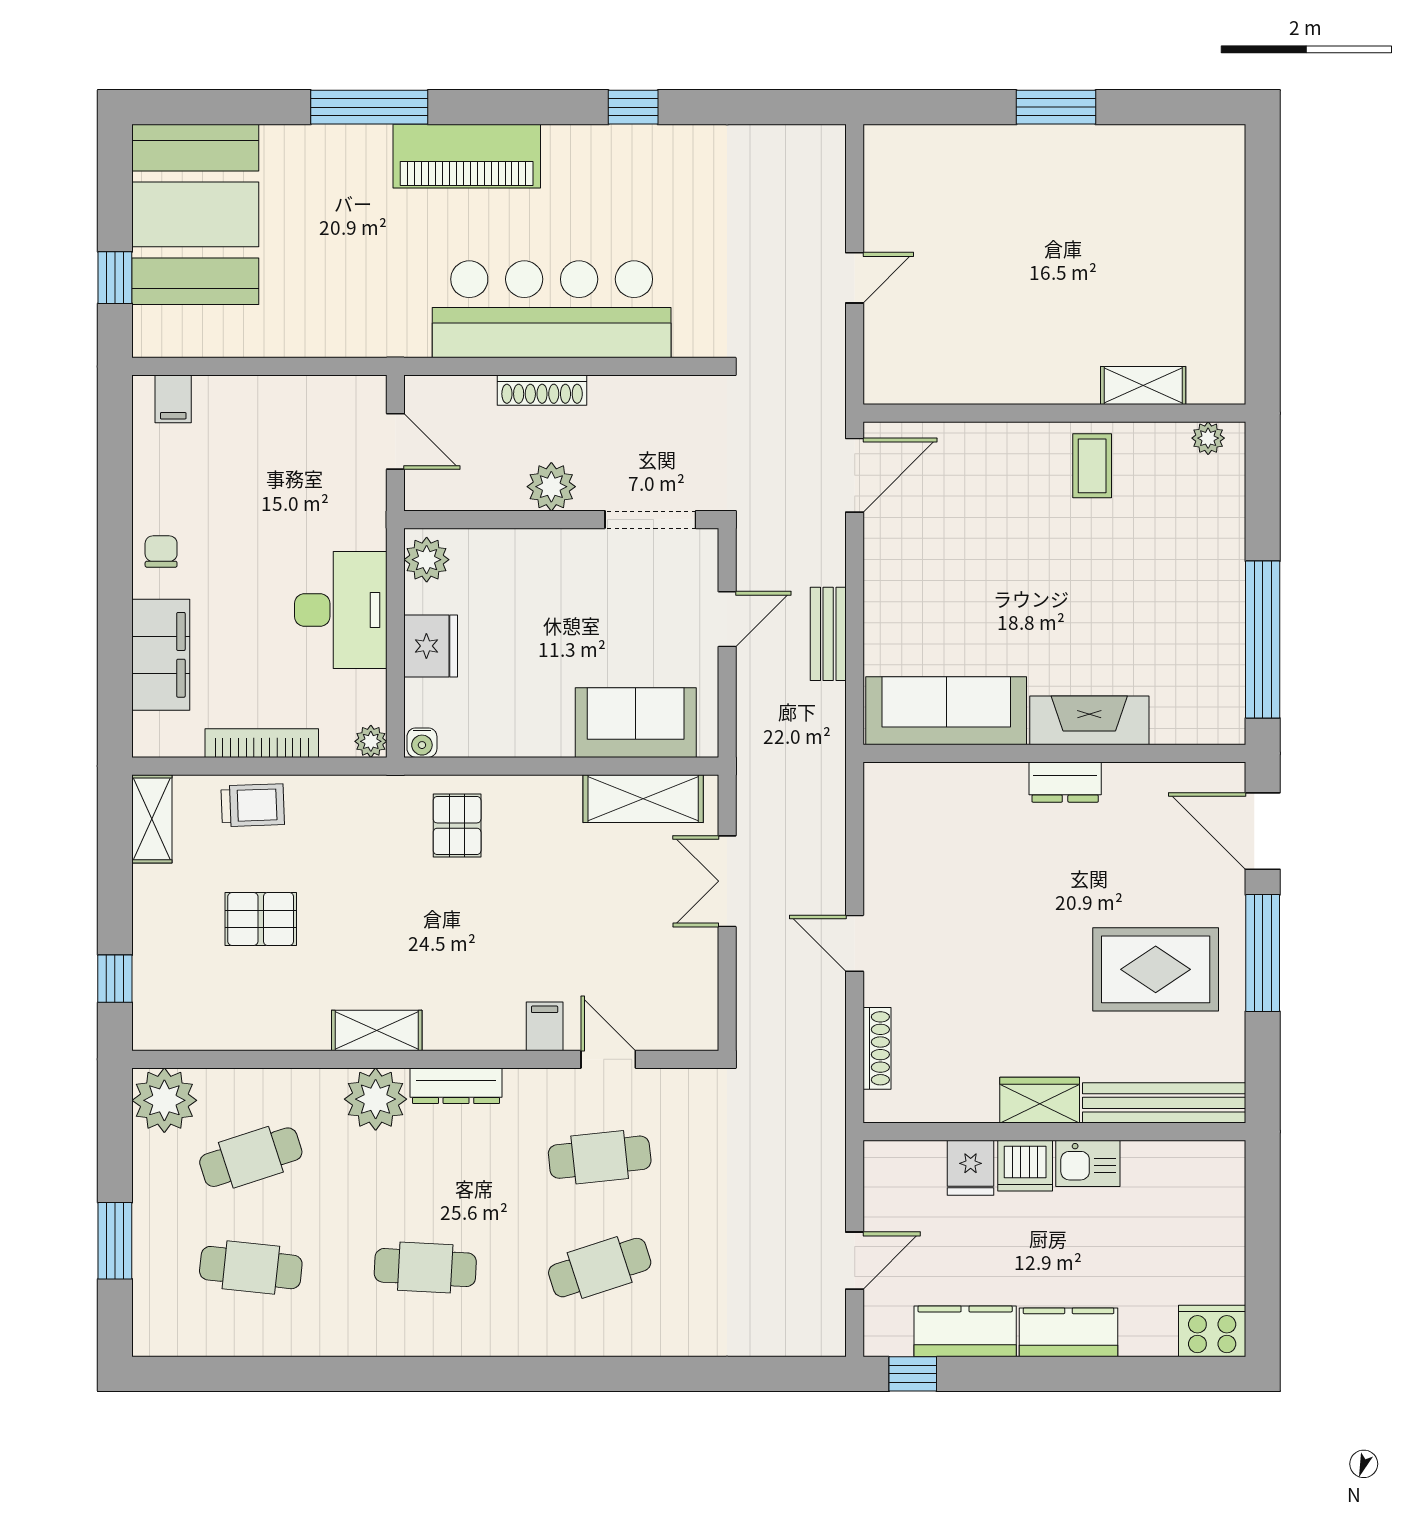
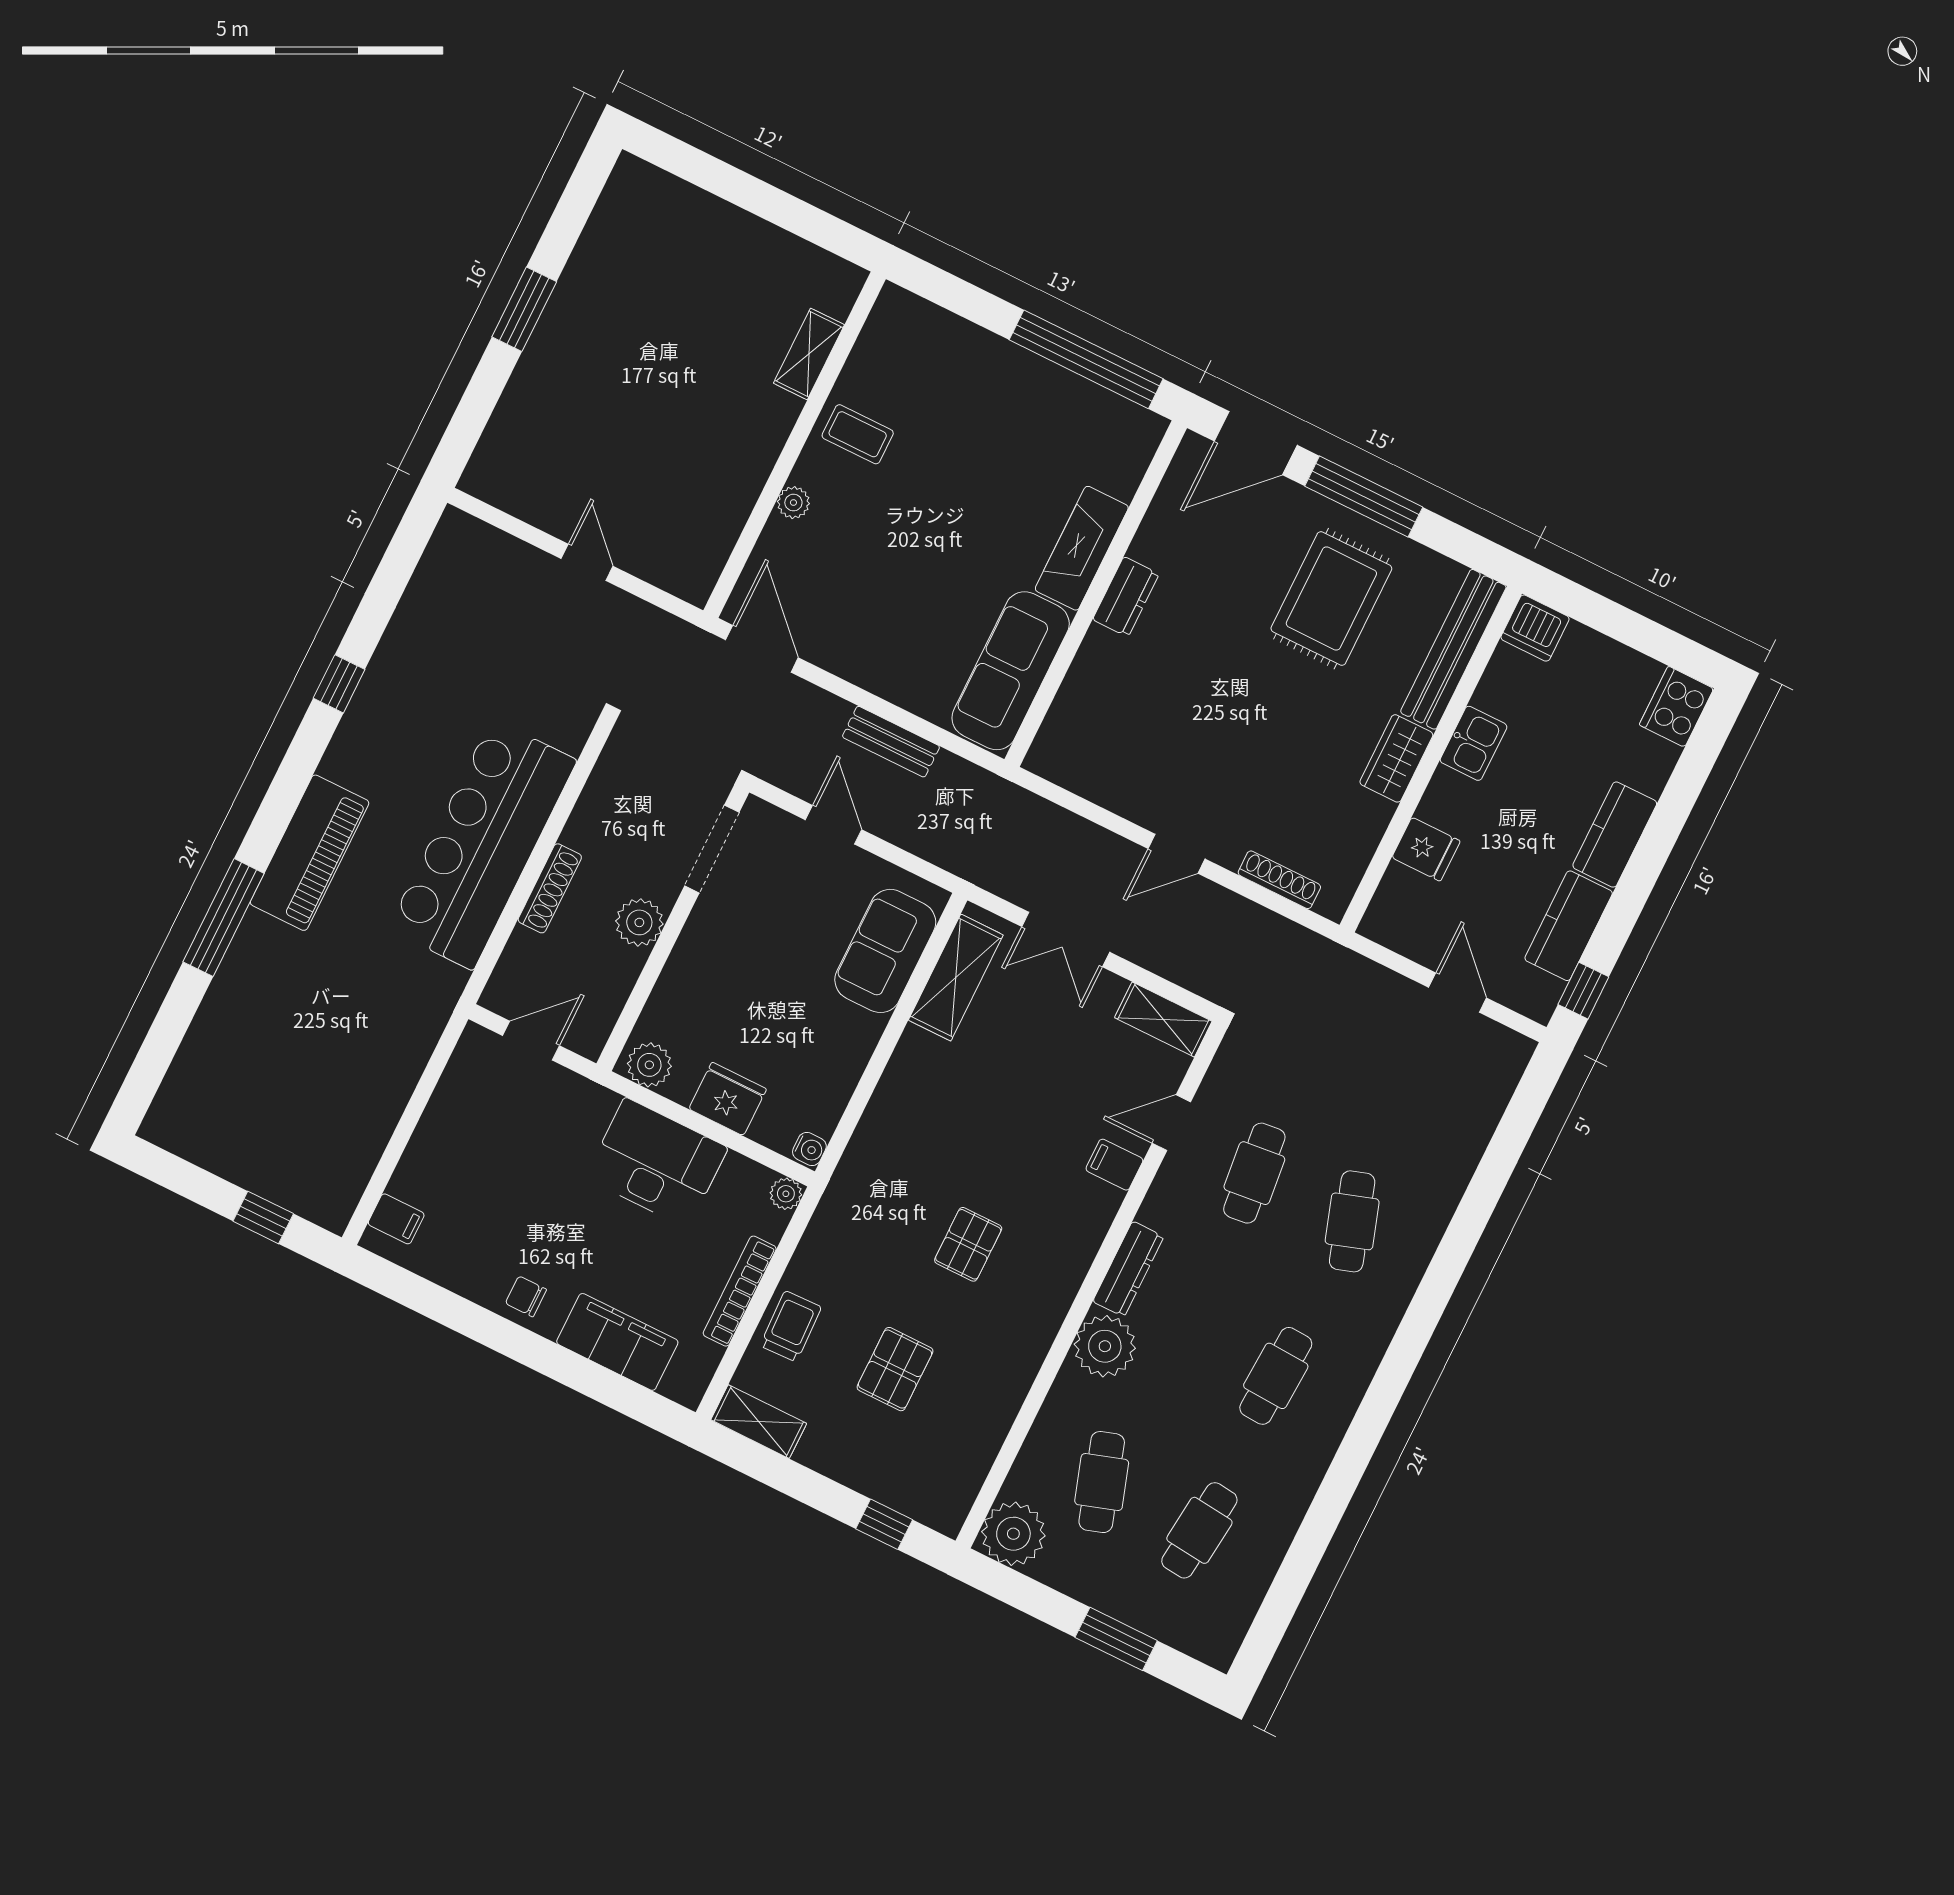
booth: (195, 214) -> (242, 1119), removed
plant: (1208, 438) -> (793, 503), moved
pallet: (457, 826) -> (968, 1244), moved, turned 90
shelving: (377, 1031) -> (1163, 1019), moved, turned 90
dishwasher: (1025, 1166) -> (1535, 628), moved, turned 90

